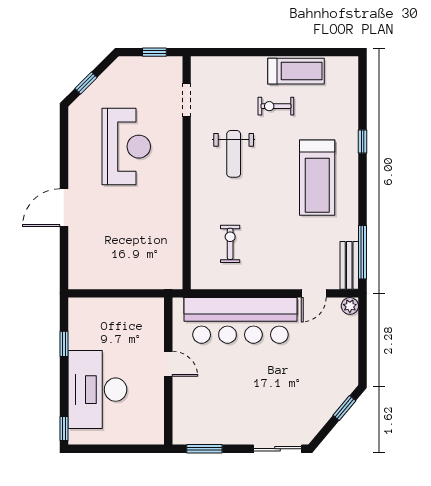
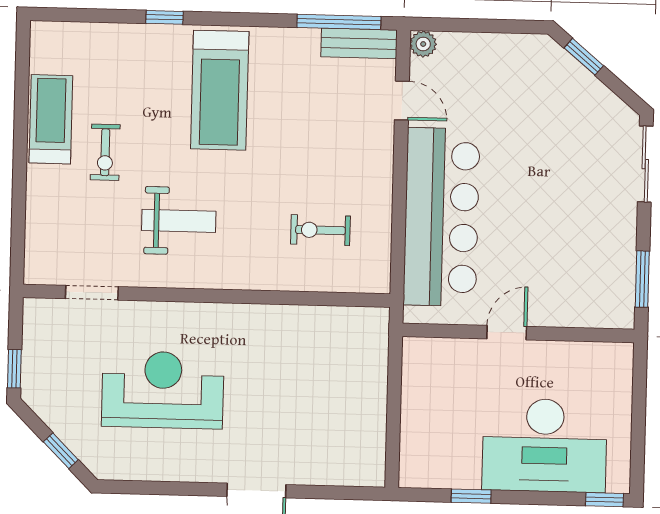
window: (154, 52) -> (14, 369), moved
treadmill: (317, 178) -> (220, 90), turned 90

